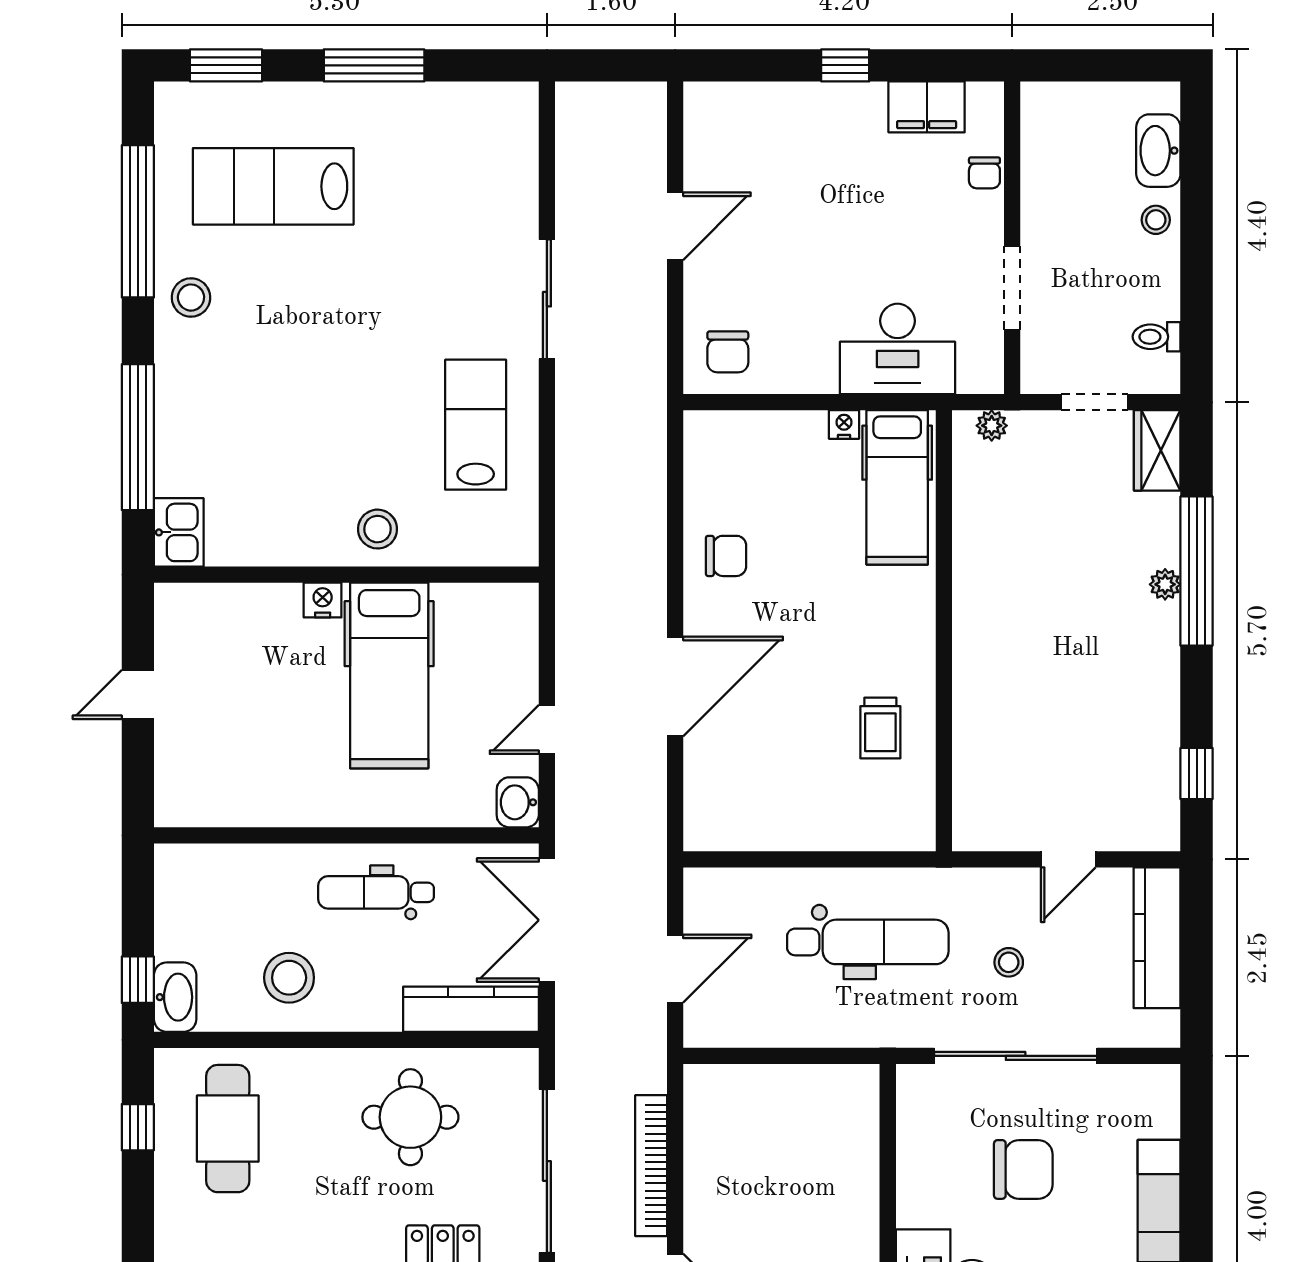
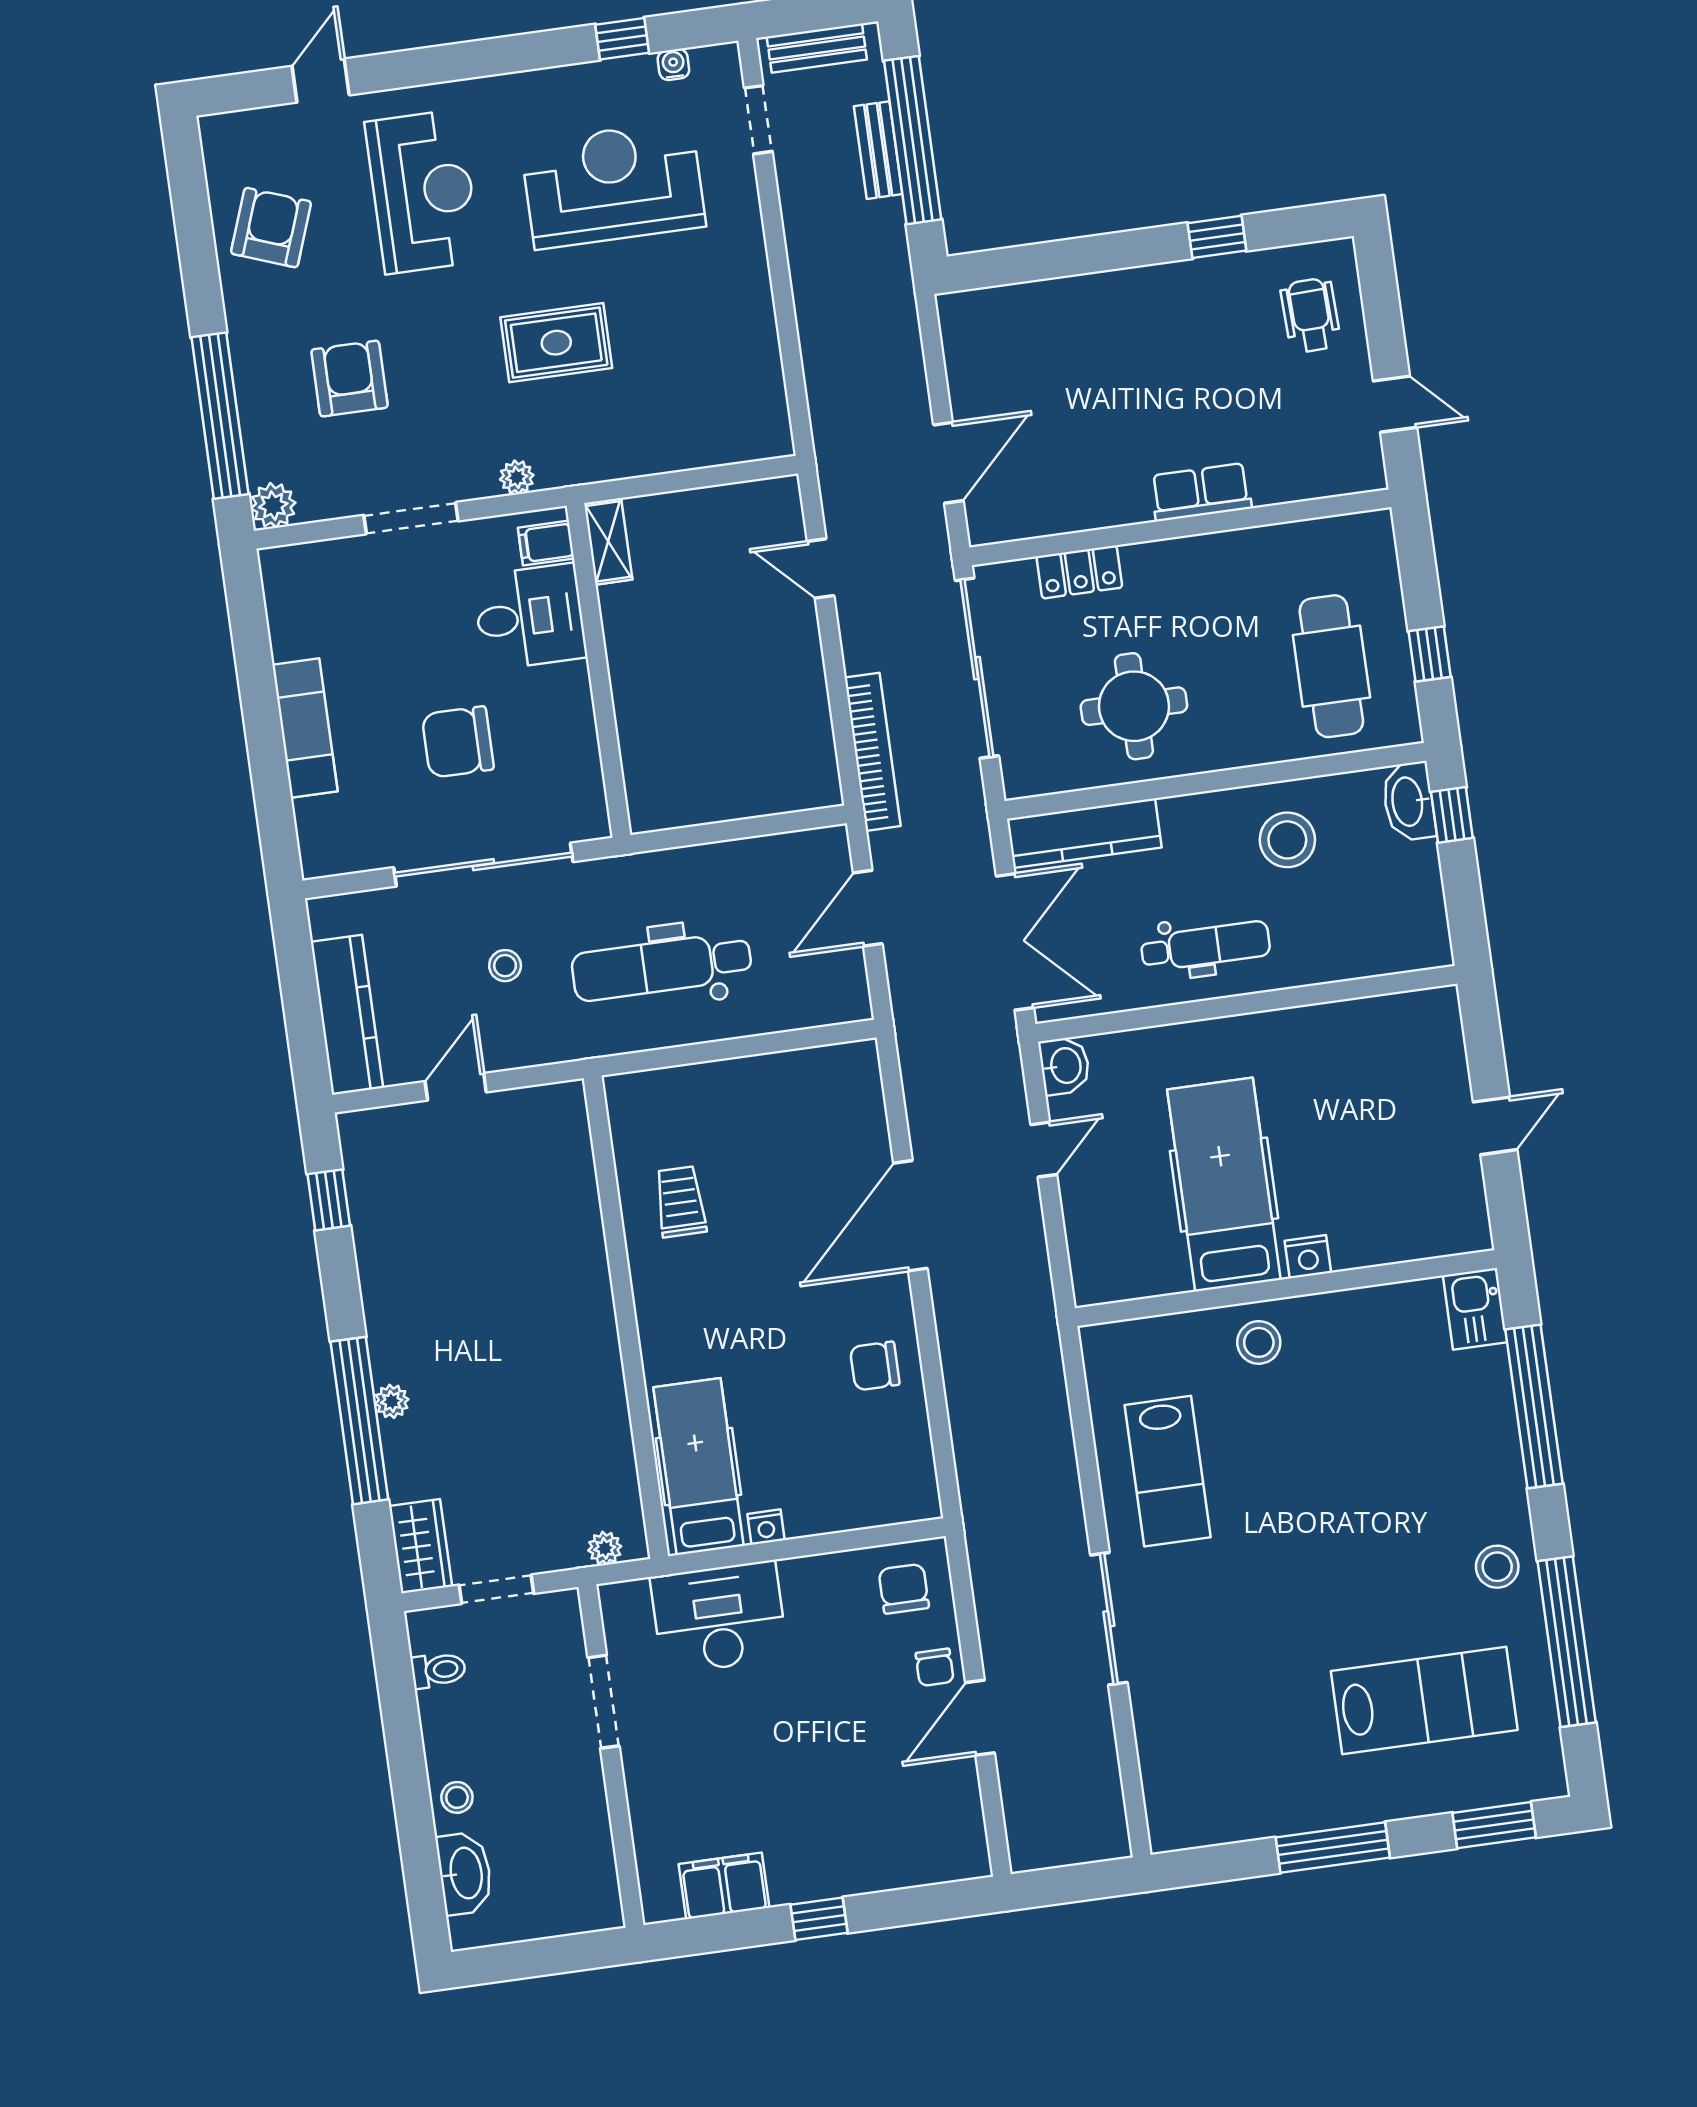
chair: (984, 173) -> (935, 1667), moved, turned 180
bookcase: (651, 1166) -> (873, 752), moved

